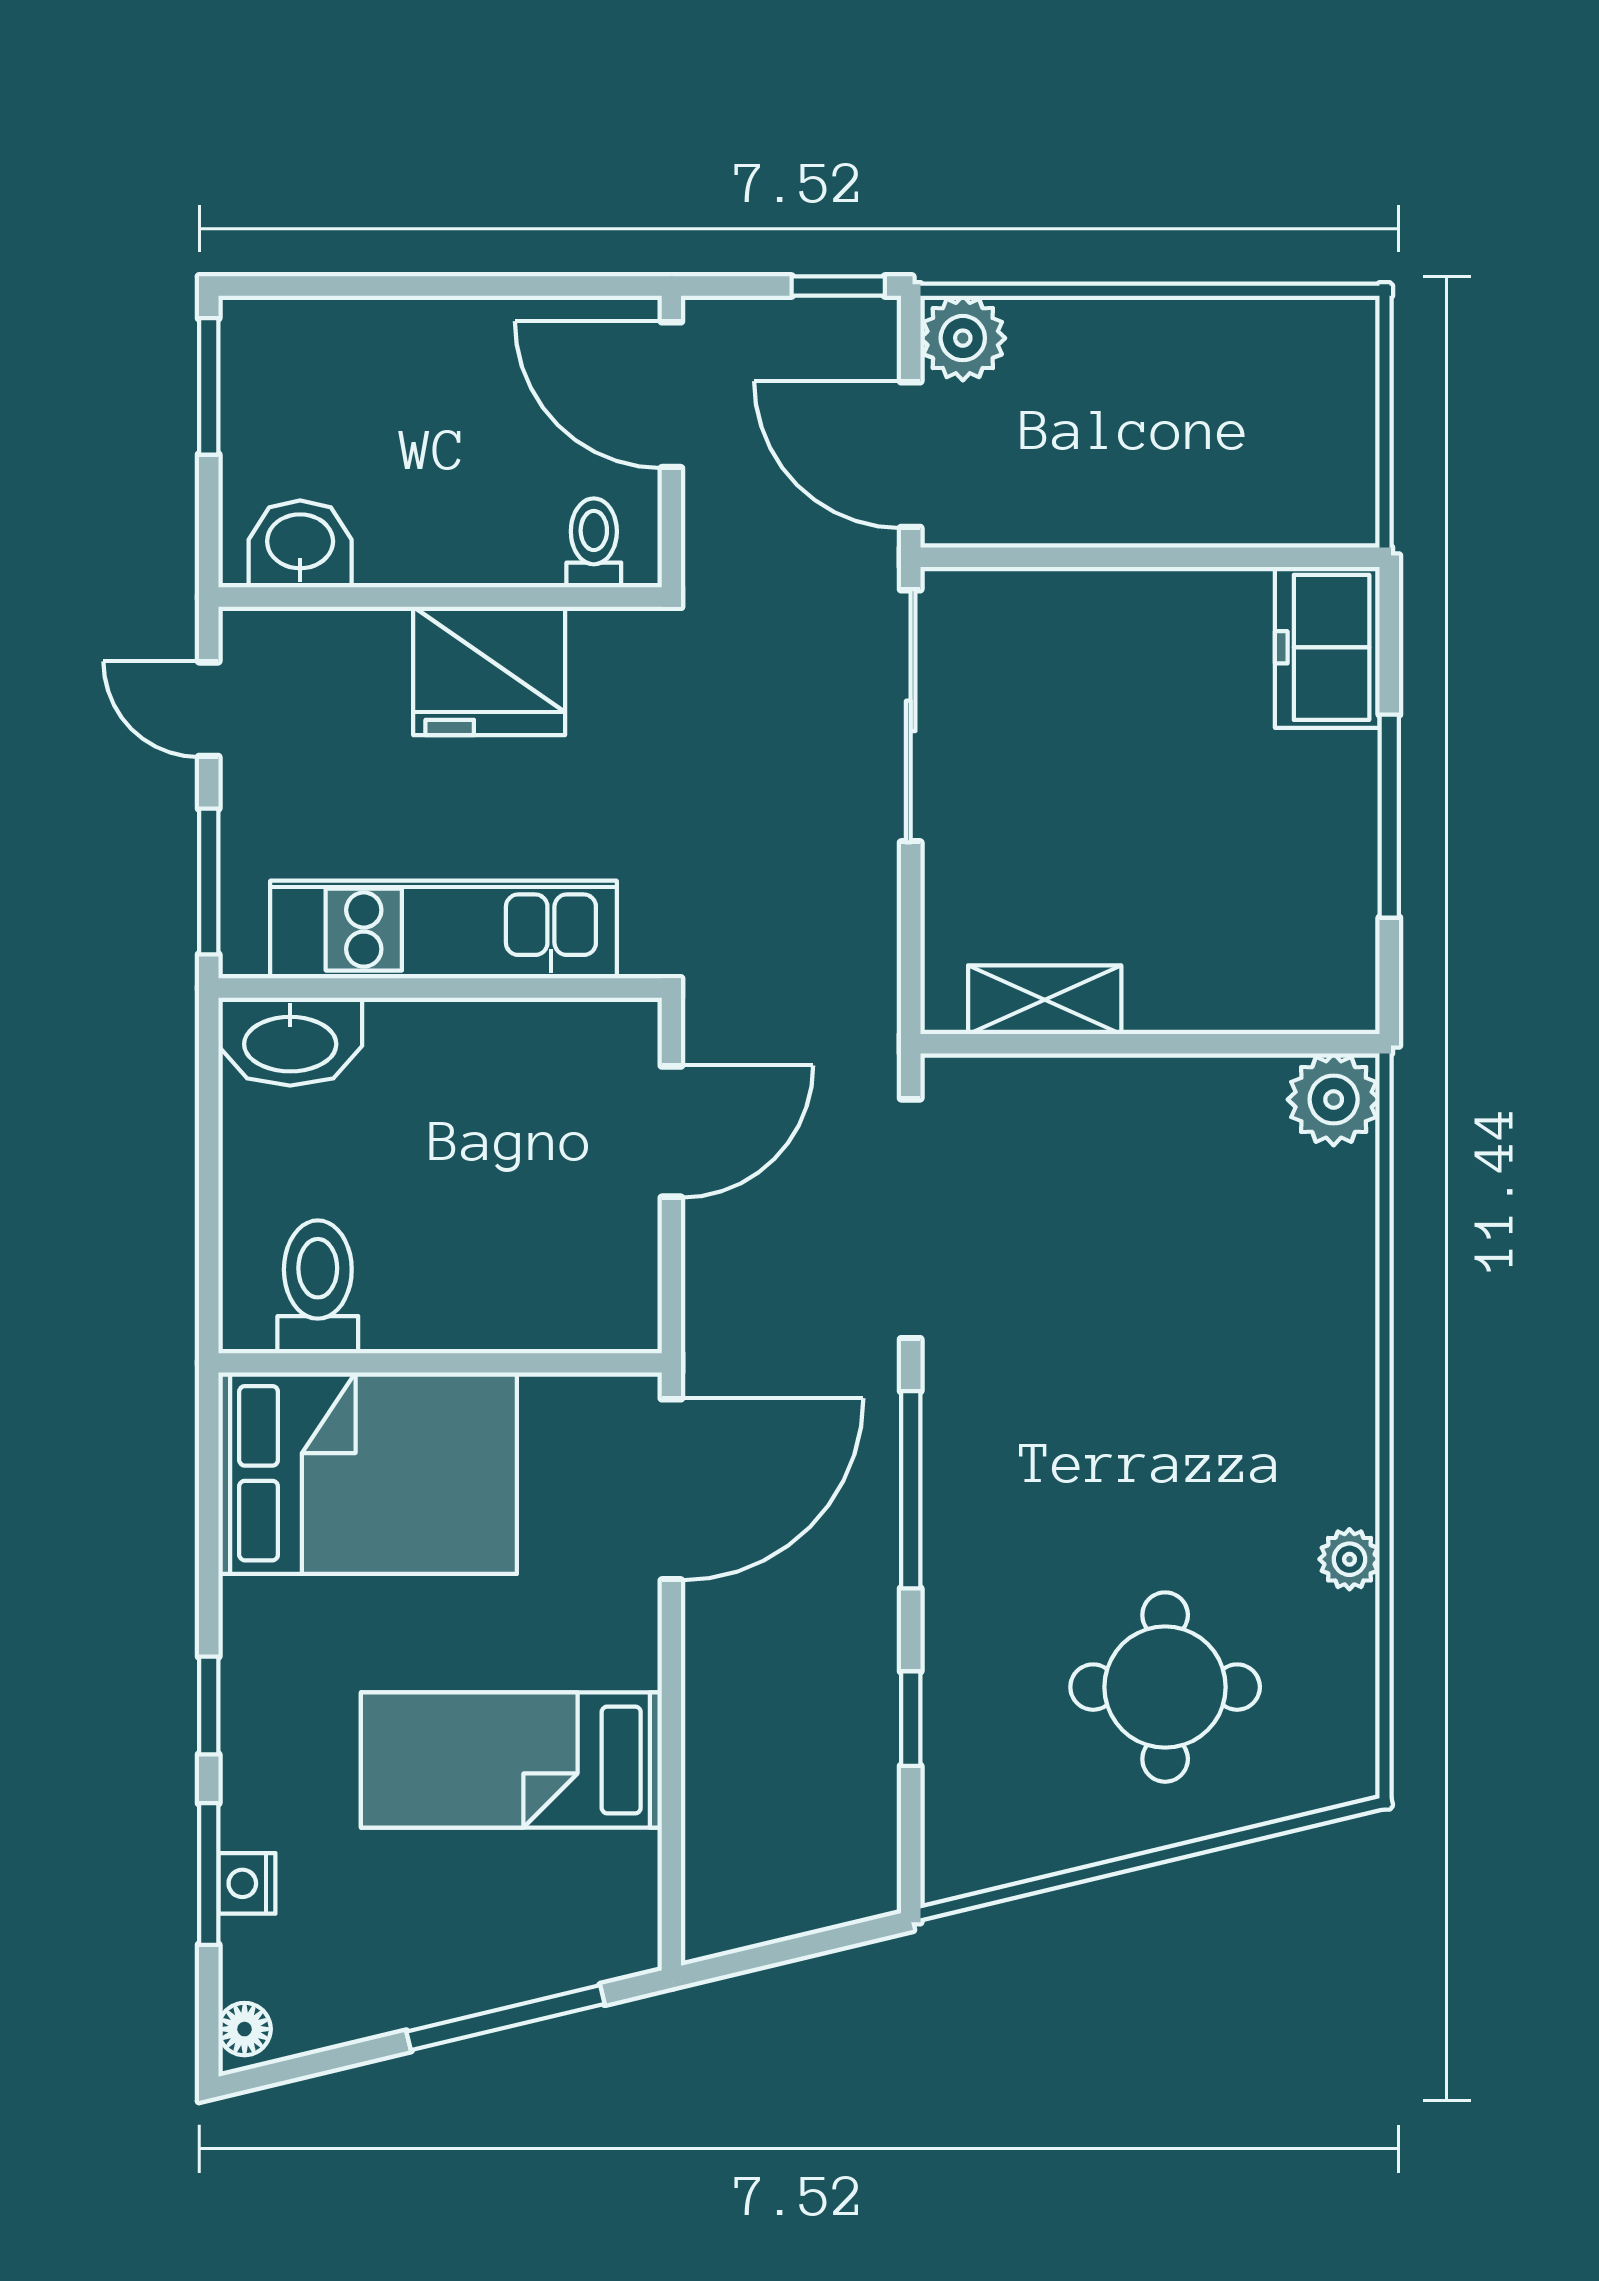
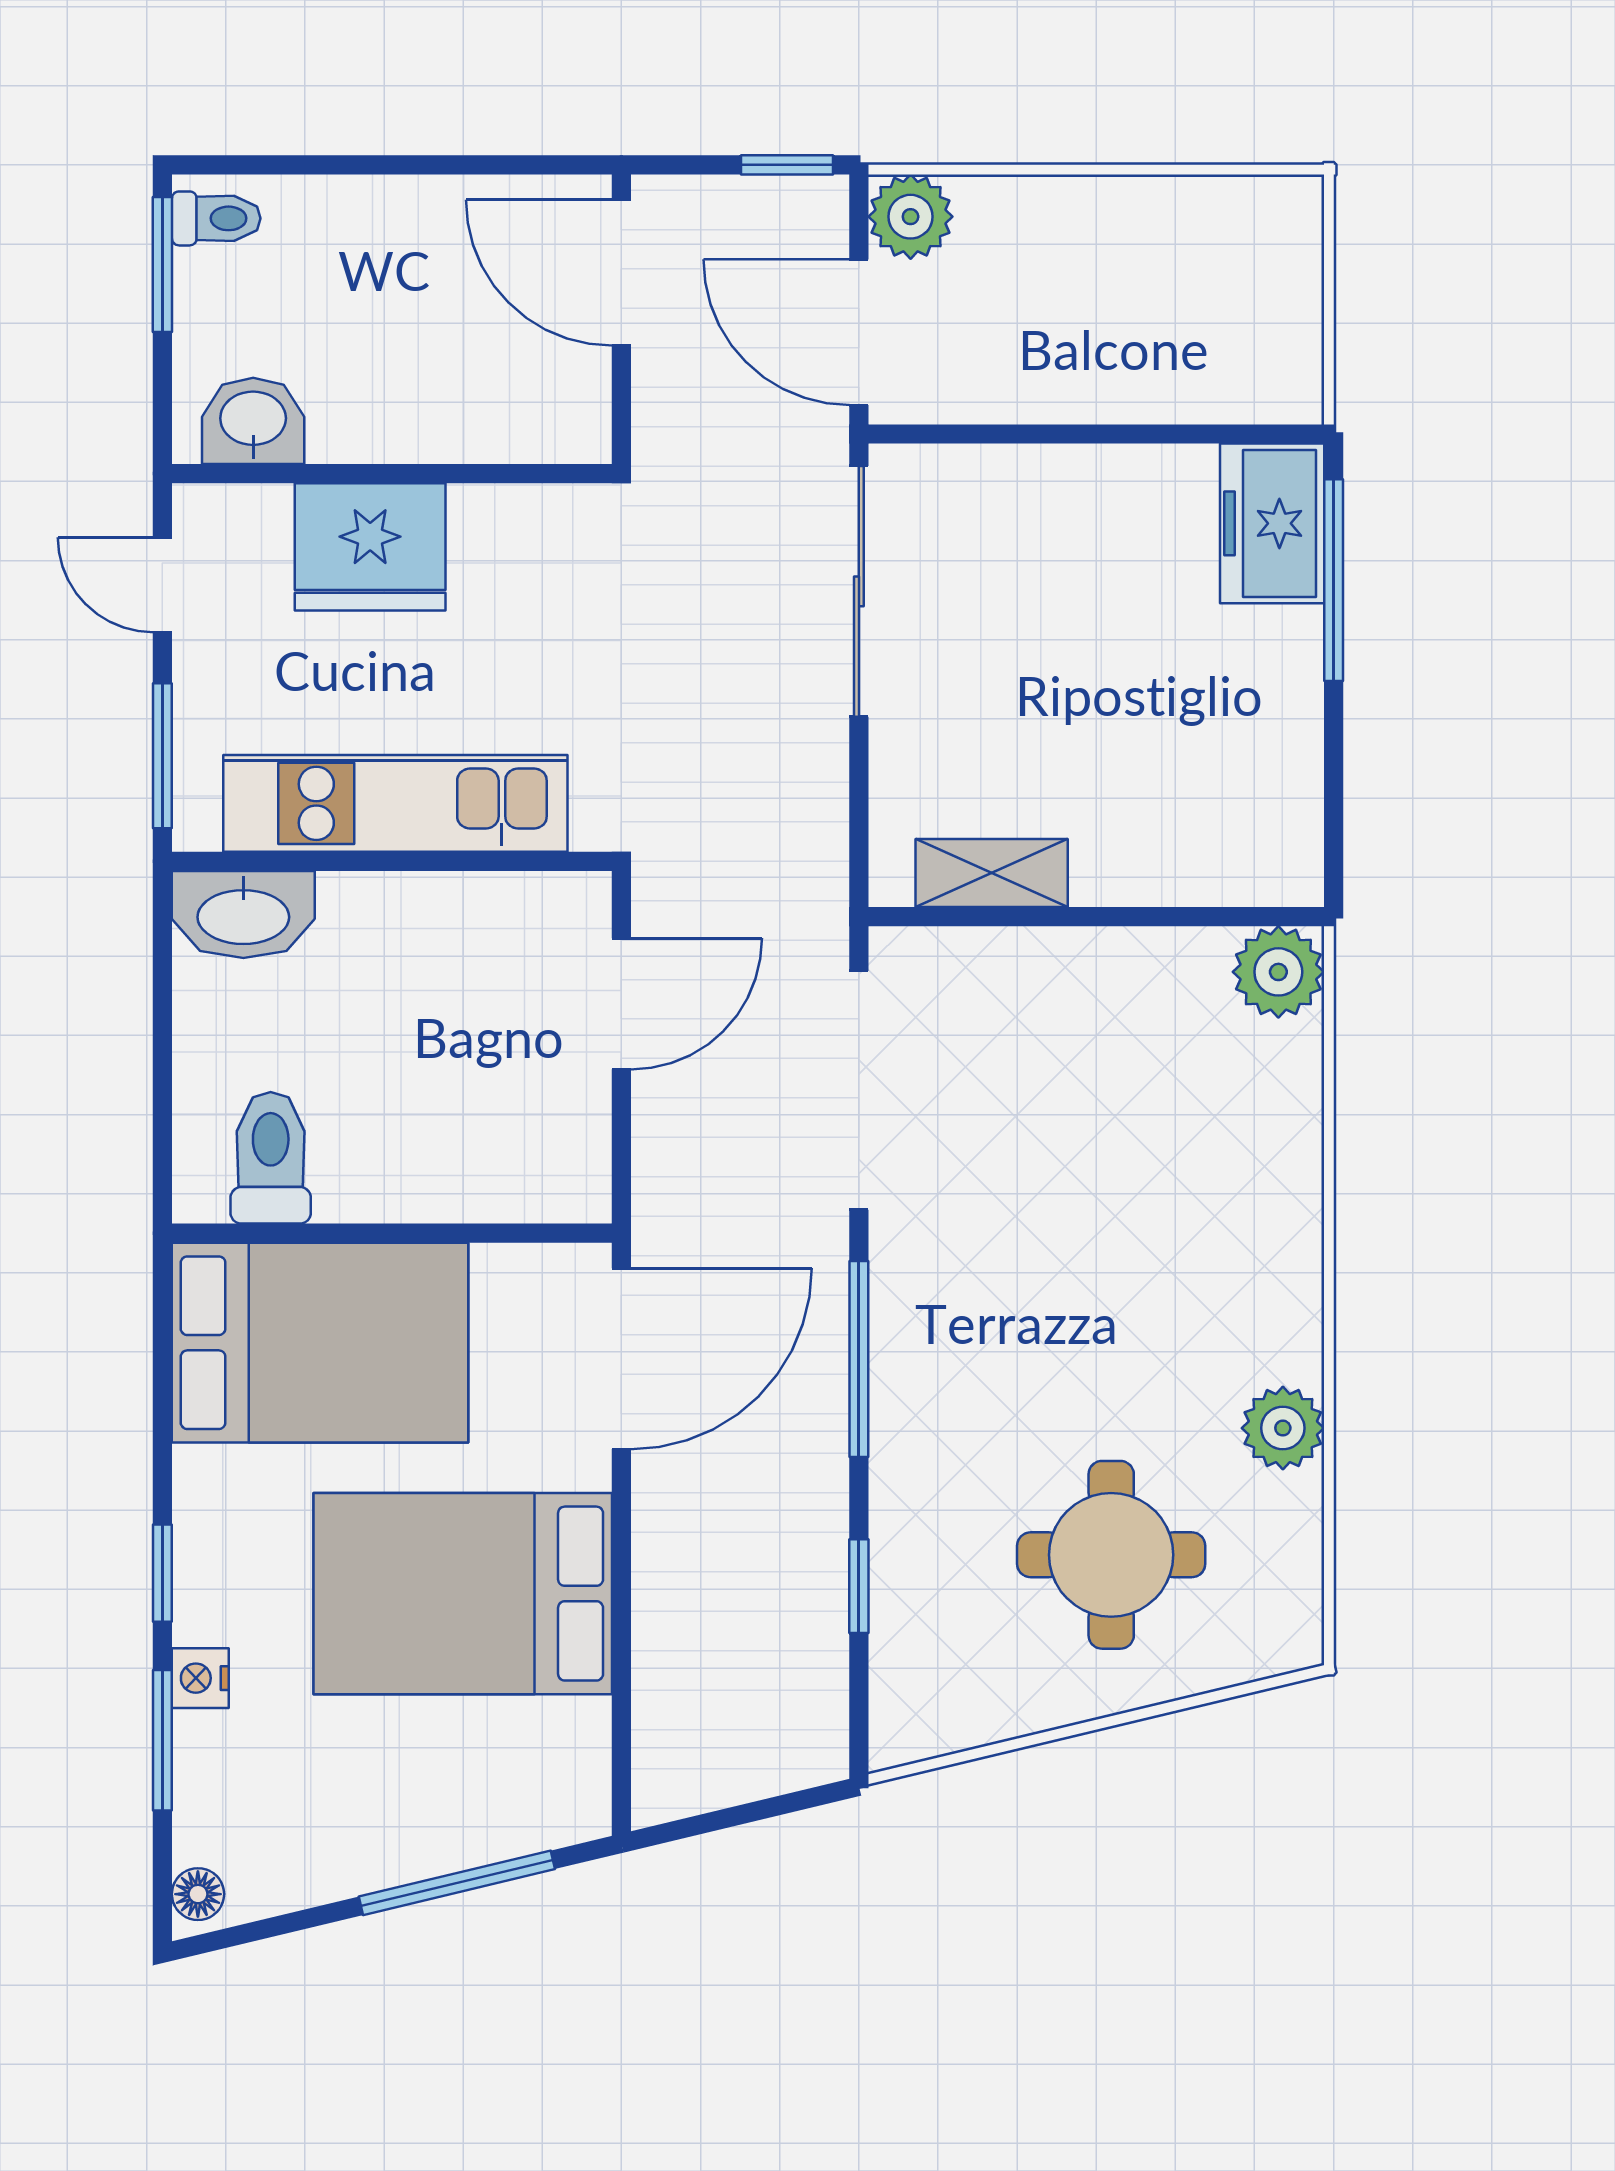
toilet: (594, 543) -> (216, 218), moved, turned 90
fridge: (489, 671) -> (370, 547), moved
window: (1389, 816) -> (1334, 580), moved
plant: (1349, 1559) -> (1283, 1428), width x1.38, depth x1.38
bed: (511, 1760) -> (463, 1594), width x1.50
nightstand: (247, 1883) -> (200, 1678), moved

